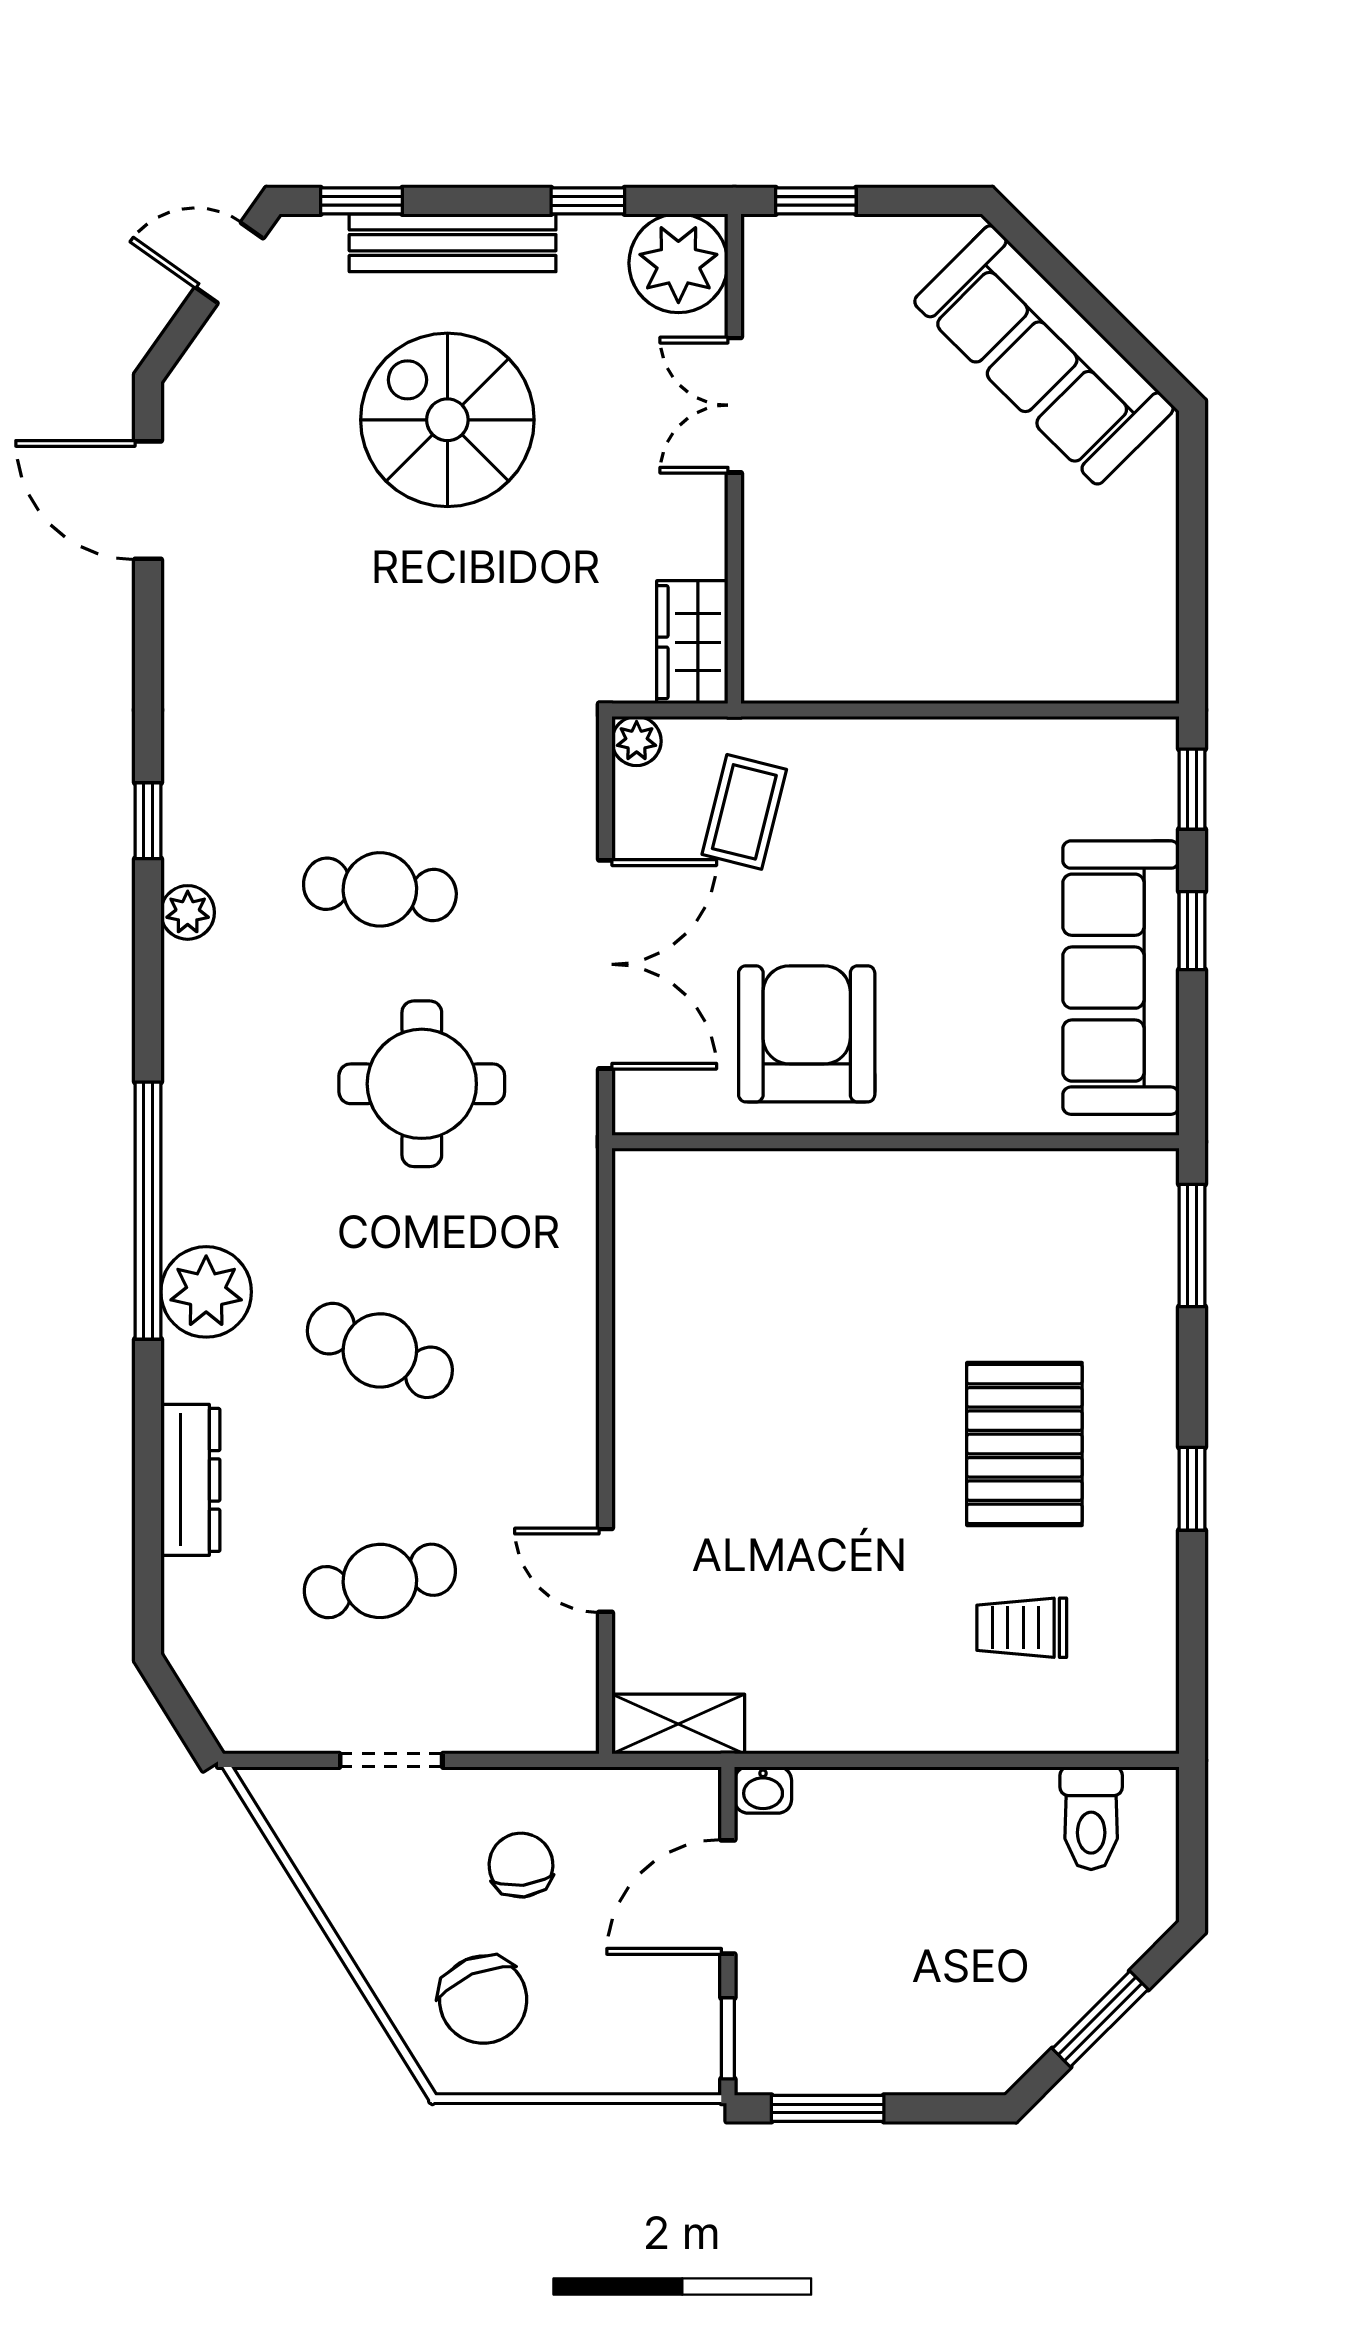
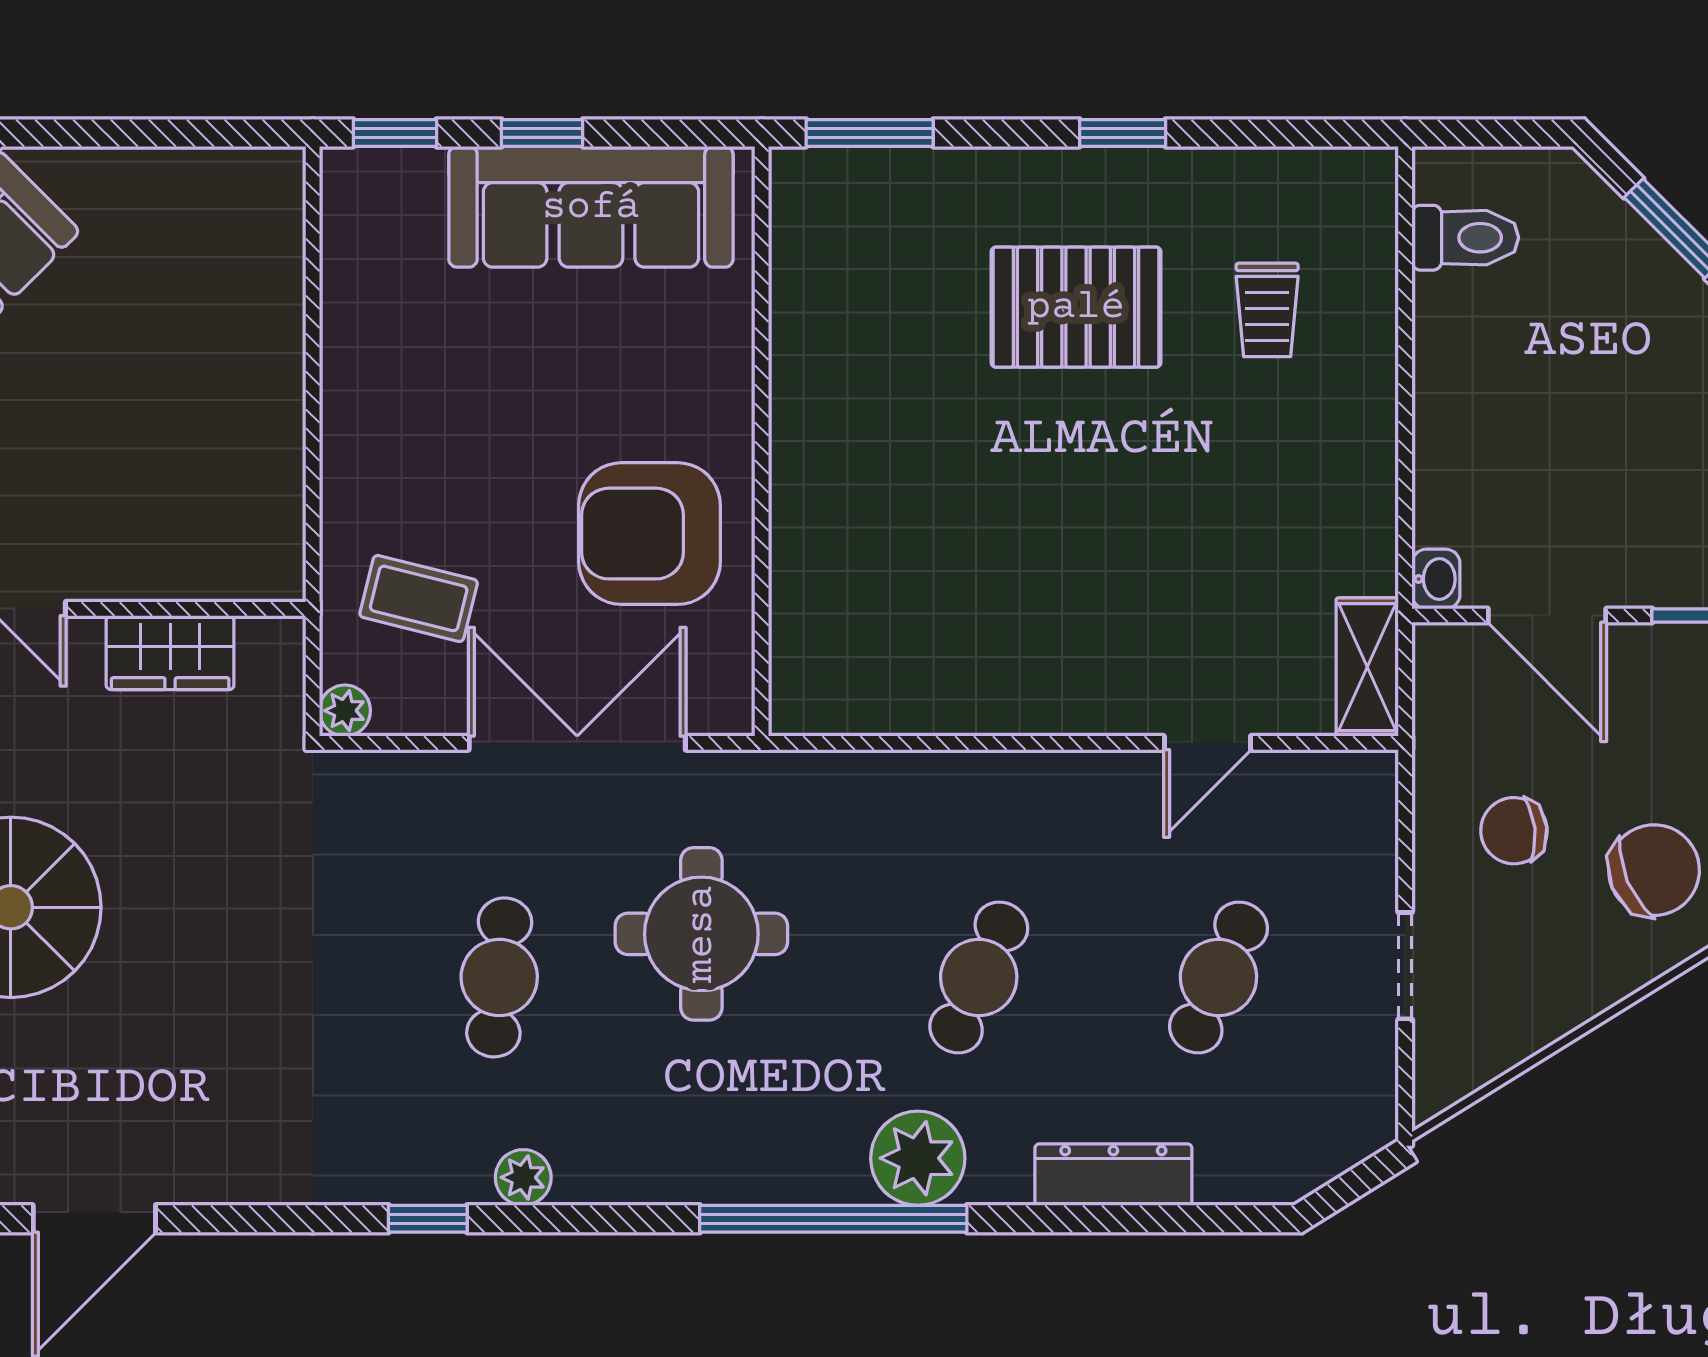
wardrobe: (692, 642) -> (170, 653), moved
cafe table: (380, 1581) -> (1218, 977), turned 36

